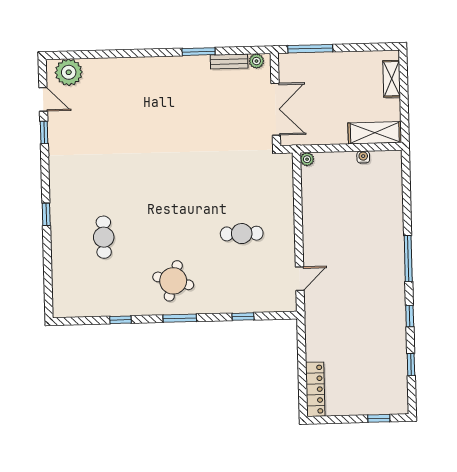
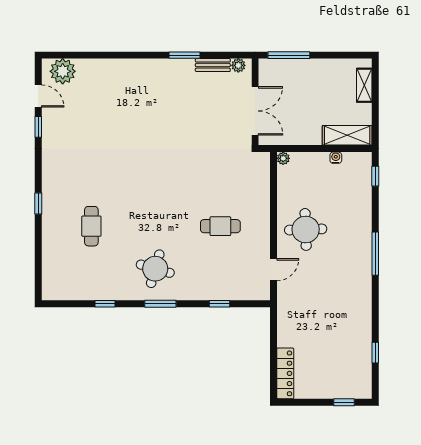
round table: (333, 235) -> (306, 229), added
window: (410, 316) -> (375, 176), moved

